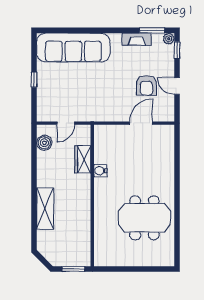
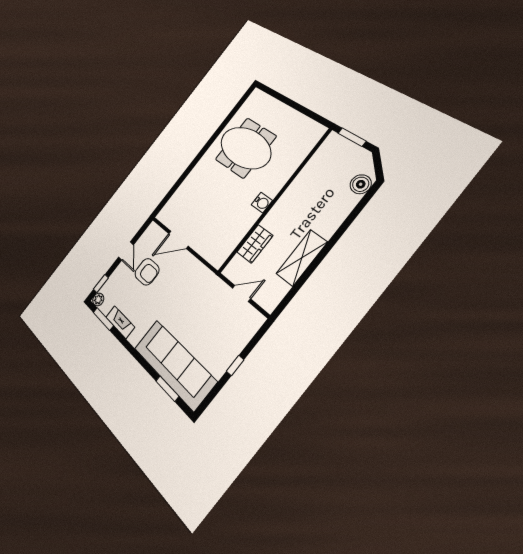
window: (66, 30) -> (167, 389), added
armchair: (146, 85) -> (147, 272), turned 90
boiler: (44, 143) -> (361, 184), moved
water cooler: (100, 171) -> (262, 203), moved
shelving: (45, 209) -> (302, 258), moved

